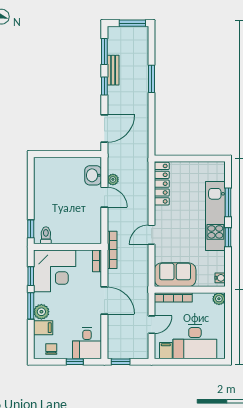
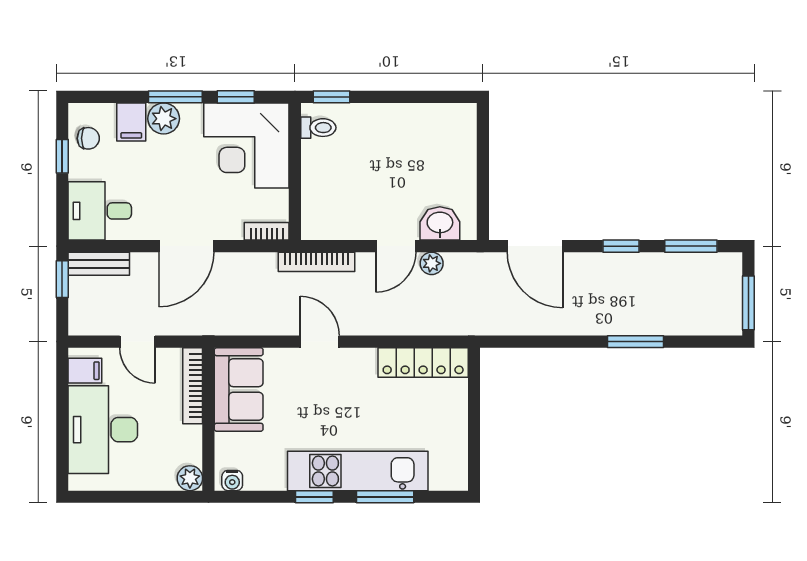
bench: (113, 70) -> (99, 264), moved
bookcase: (112, 250) -> (316, 262), moved
window: (75, 362) -> (62, 156), moved

